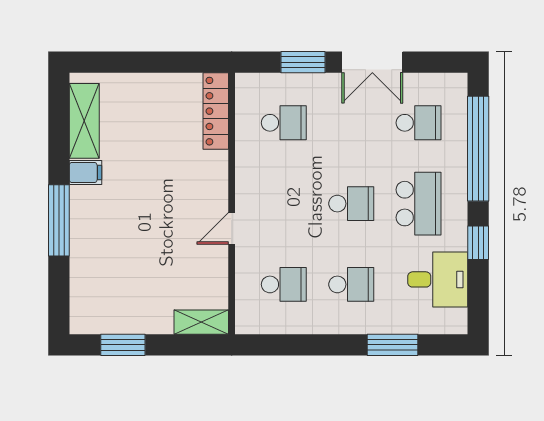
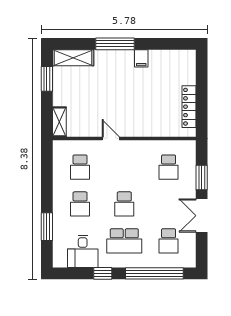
locker: (216, 111) -> (189, 107), moved, turned -90
shelving: (84, 121) -> (73, 58), moved

